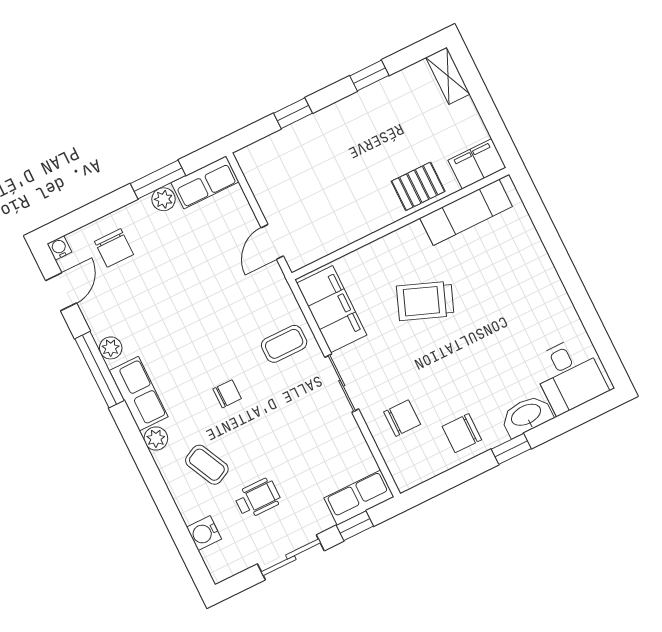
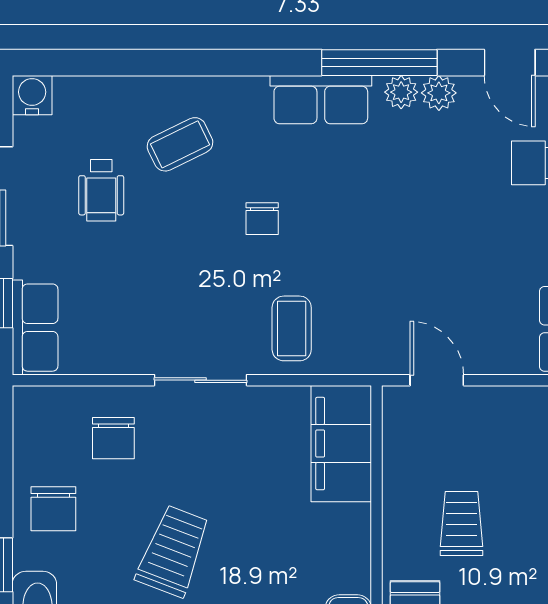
trolley: (351, 185) -> (462, 524), added
trolley: (425, 301) -> (173, 551), moved
filing cabinet: (332, 309) -> (341, 444), moved, turned 90
chair: (462, 433) -> (53, 509), turned 180
plant: (156, 439) -> (439, 93), moved
water cooler: (204, 533) -> (32, 95), moved

